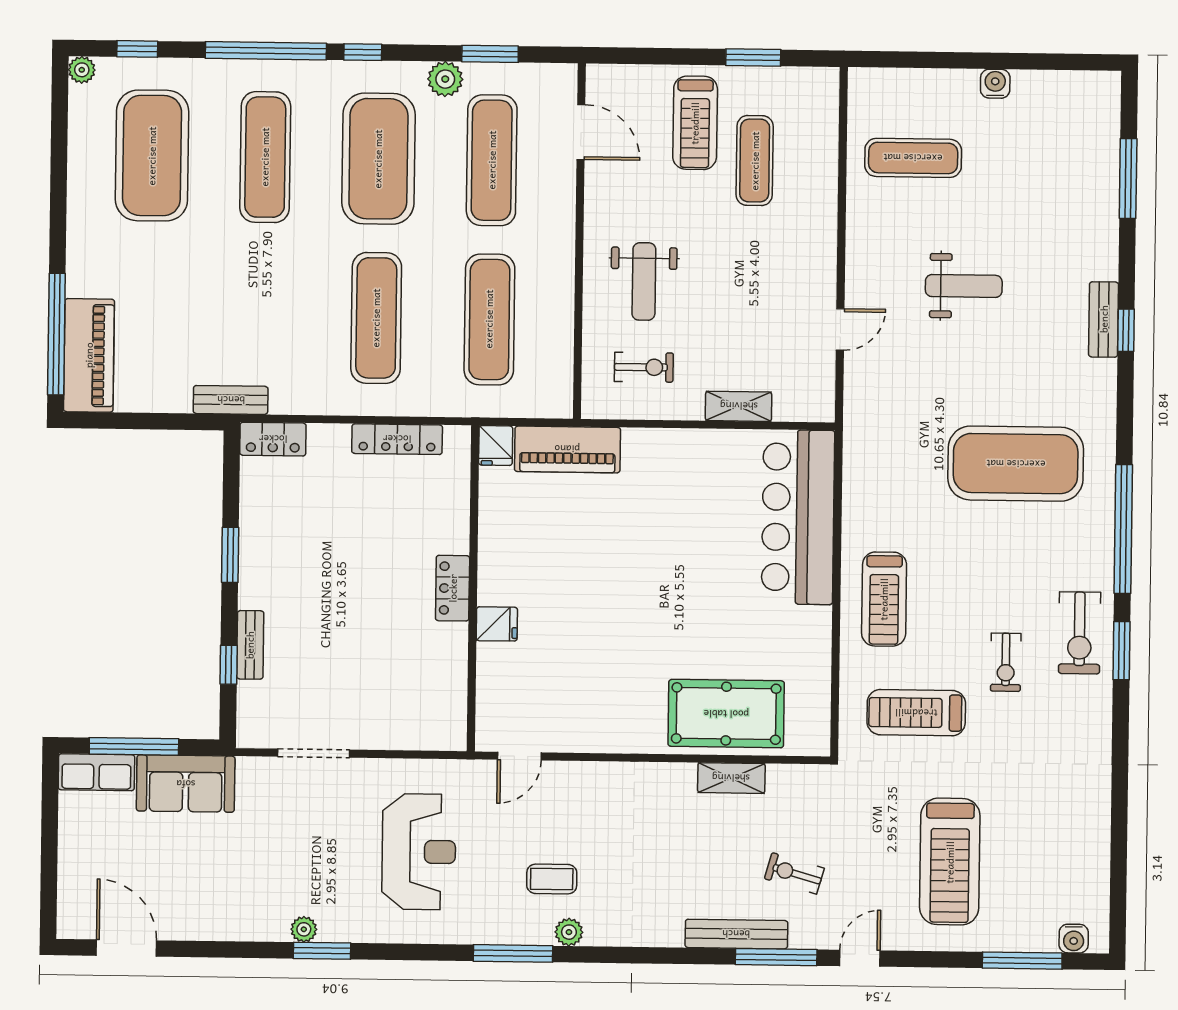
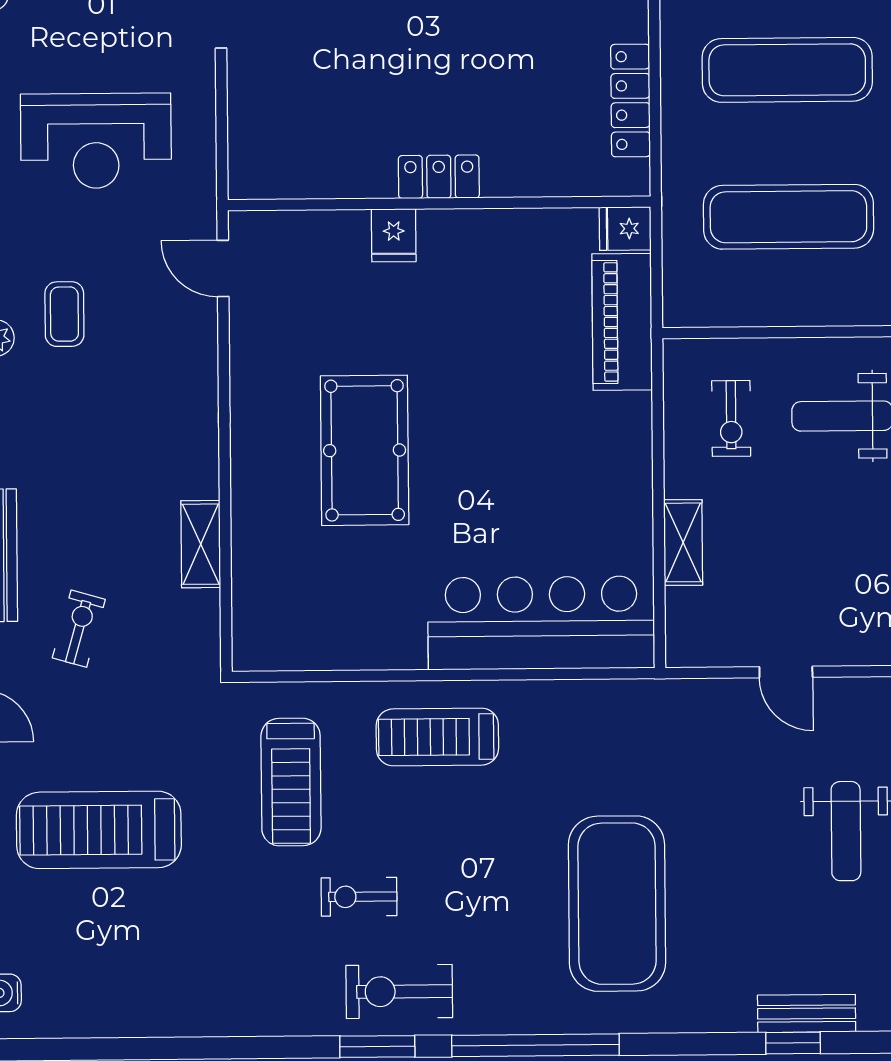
treadmill: (916, 713) -> (291, 782), turned 180
pool table: (726, 714) -> (365, 450), moved

